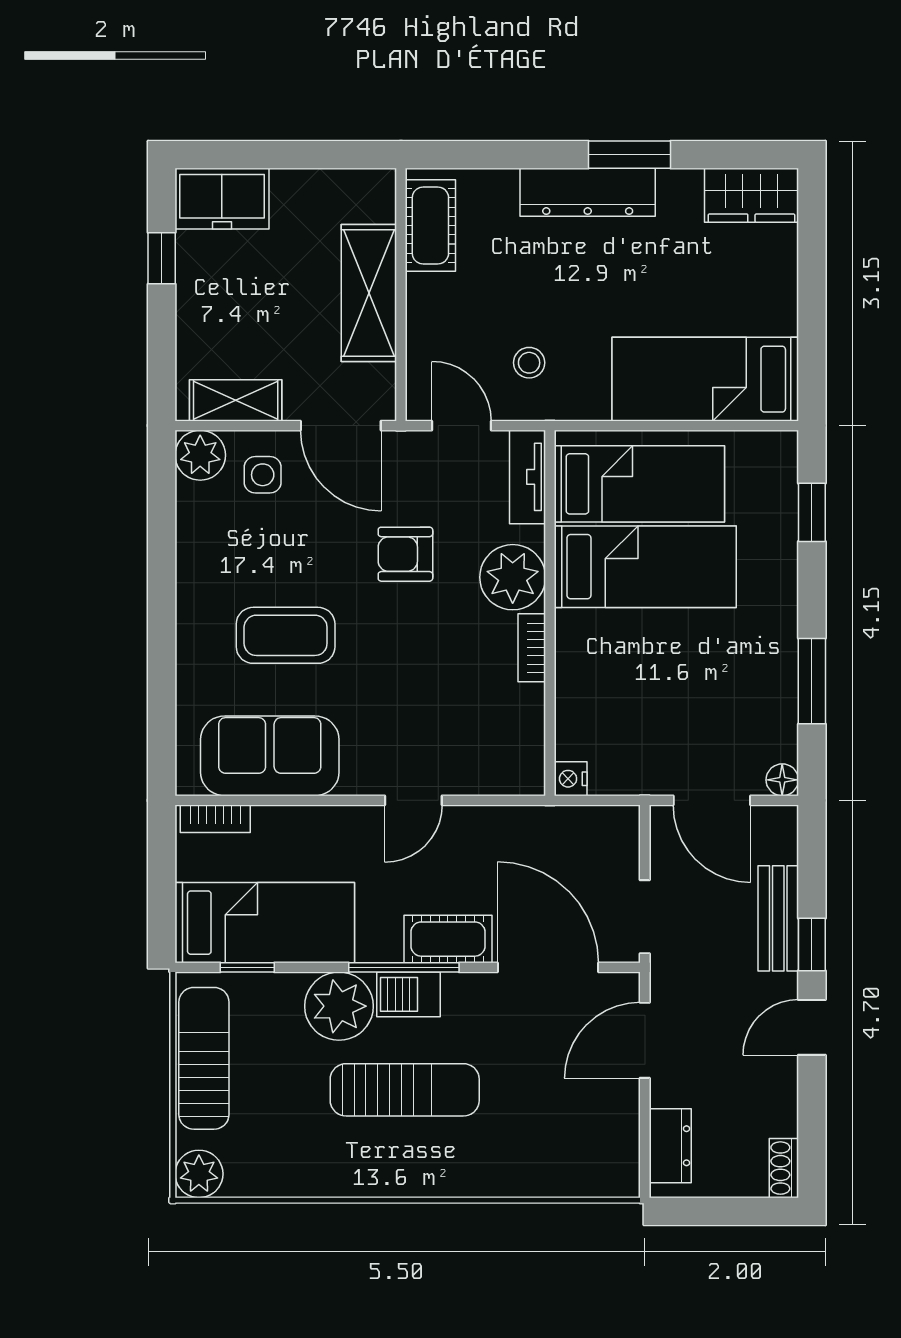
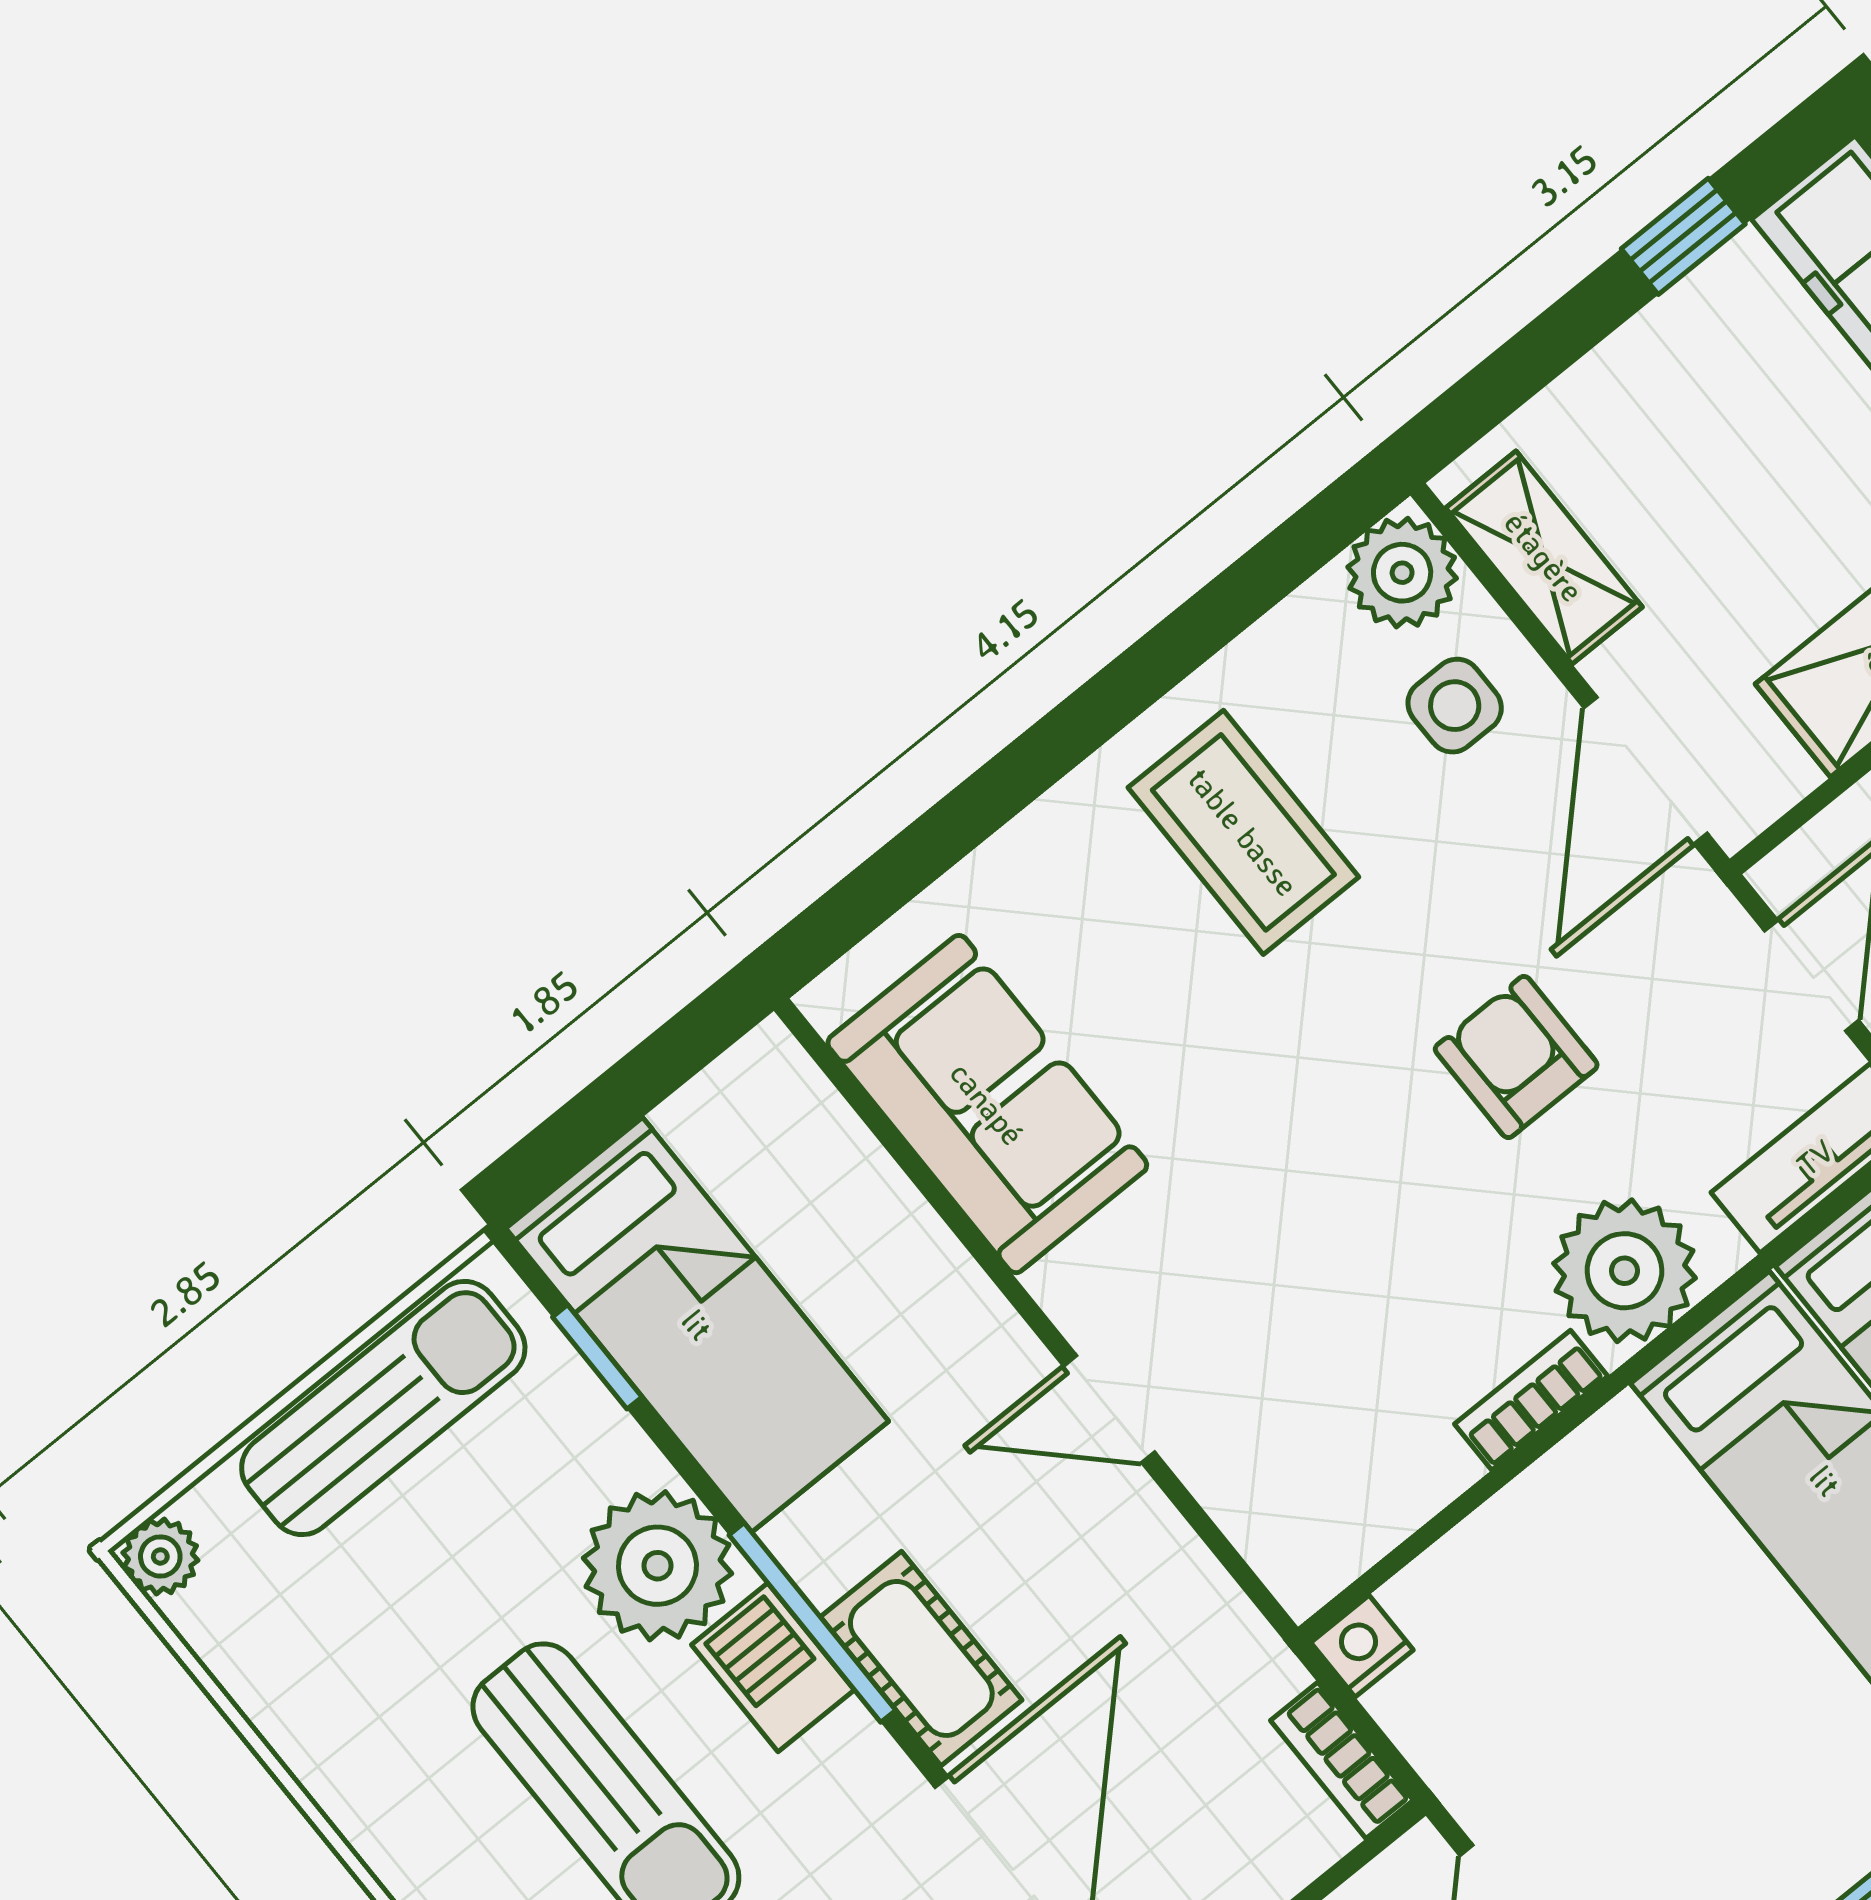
coffee table: (286, 635) -> (1243, 832), moved
bookcase: (215, 819) -> (1342, 1760), moved
plant: (199, 1174) -> (160, 1556), width x0.73, depth x0.73

